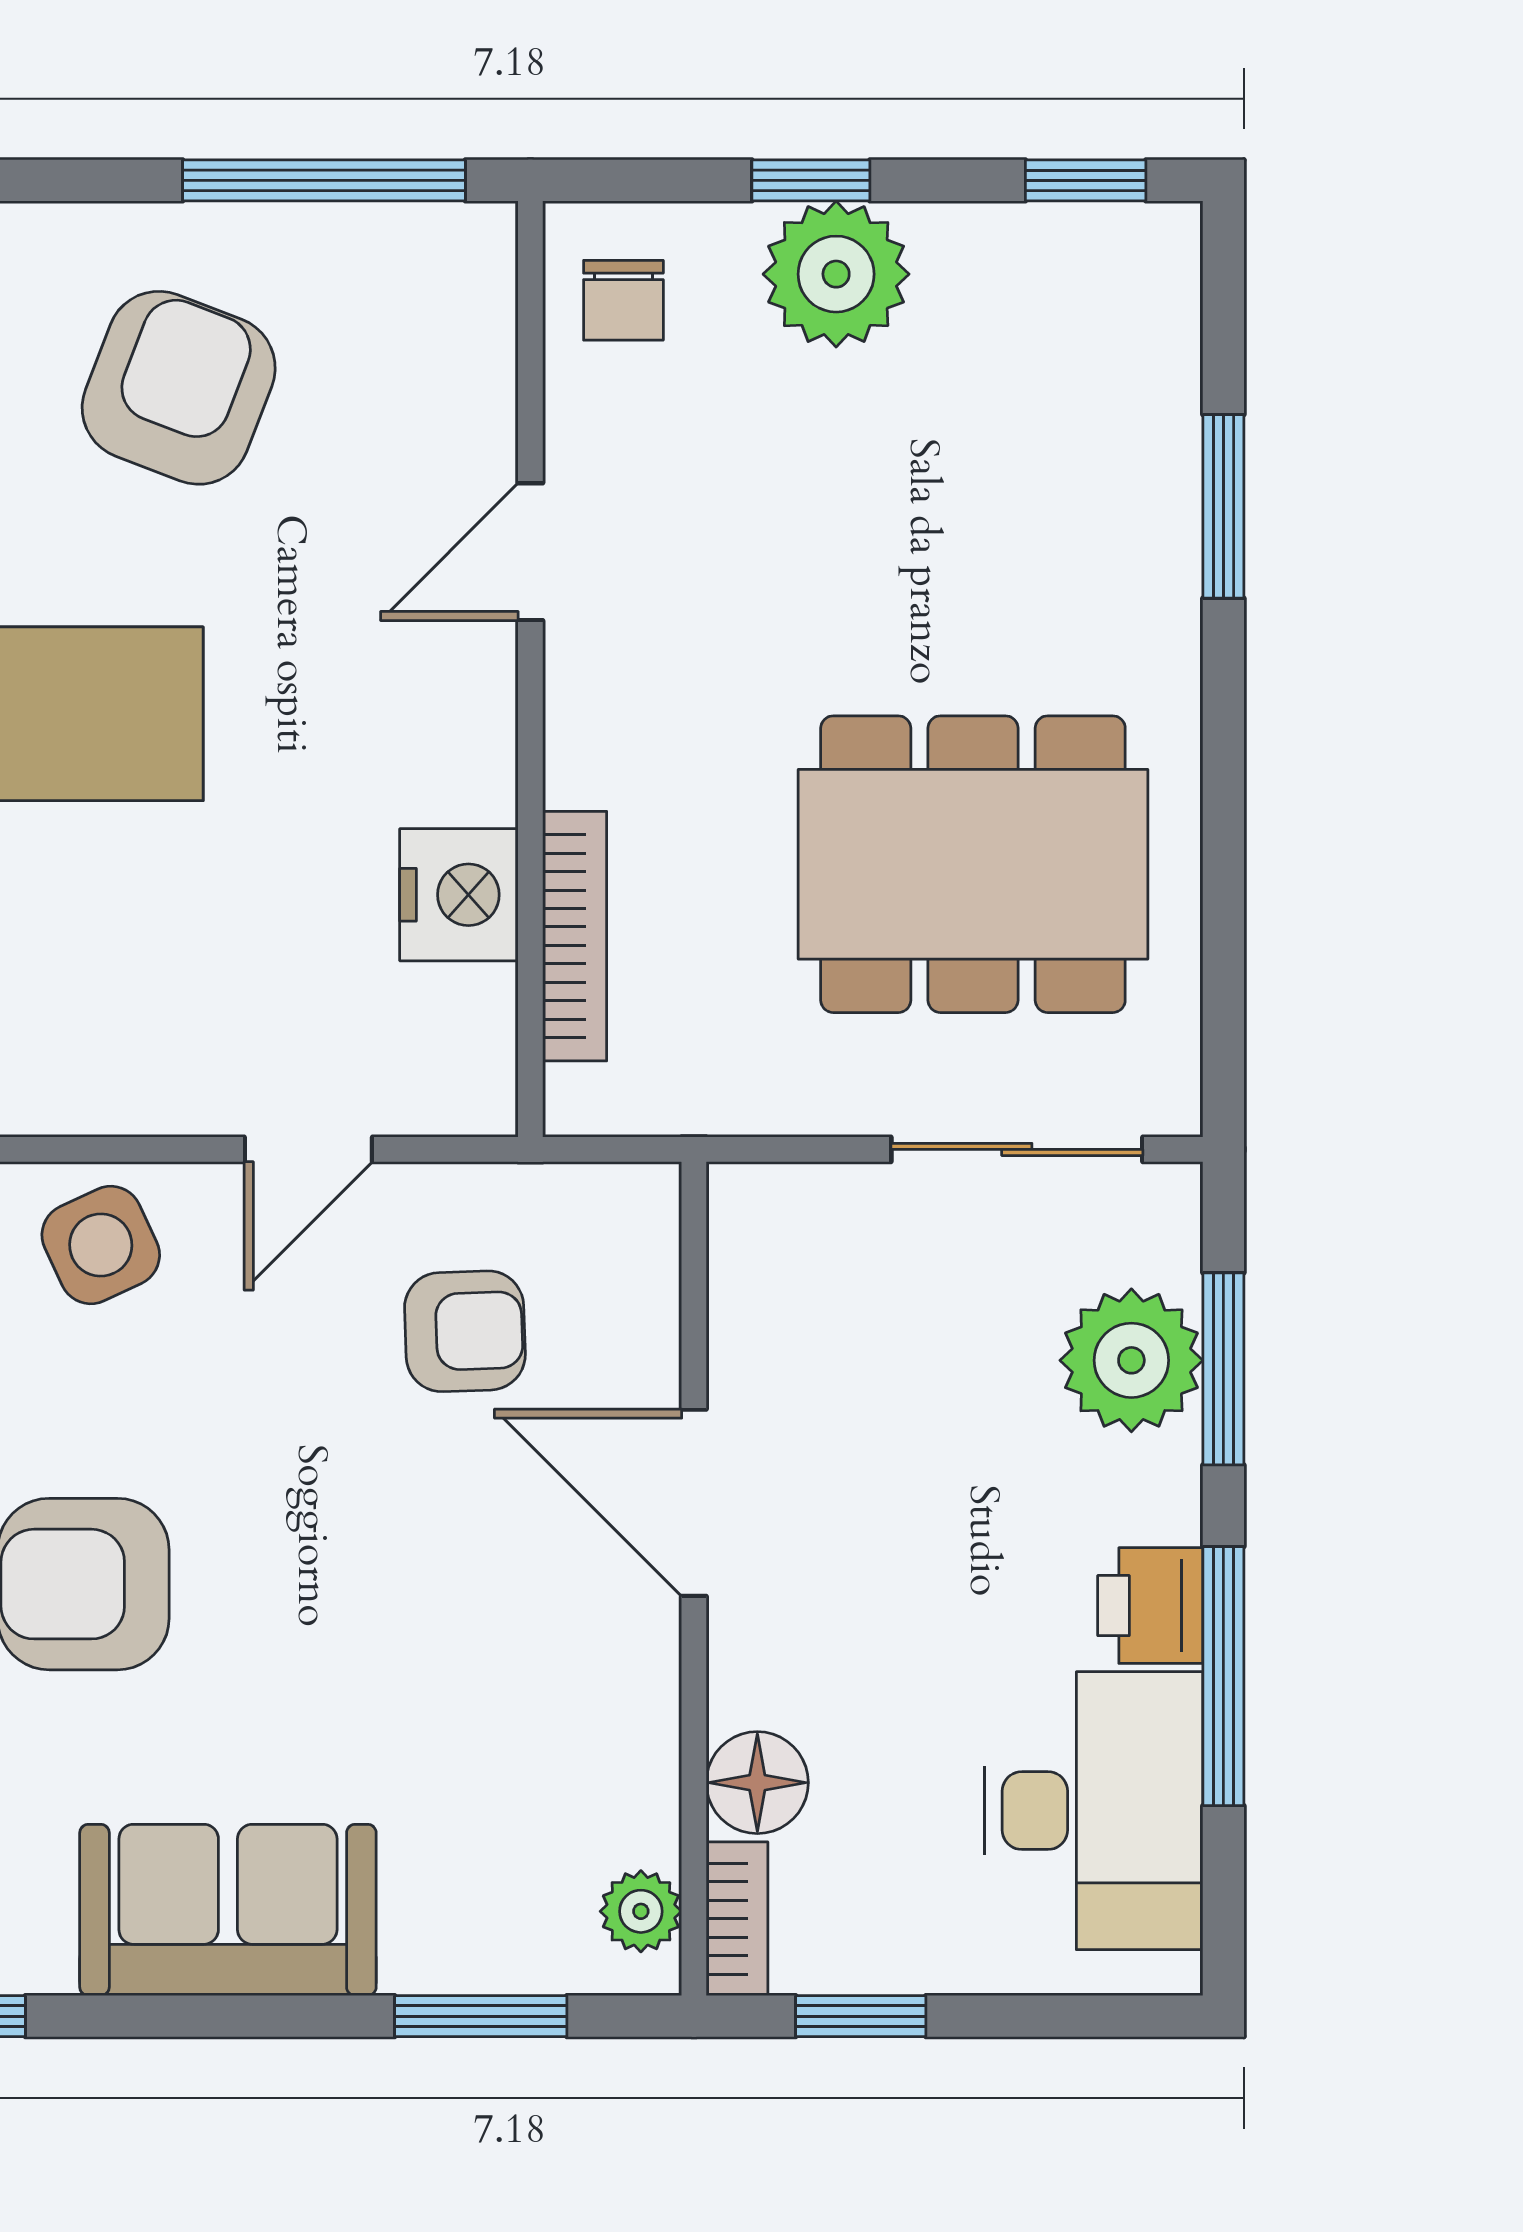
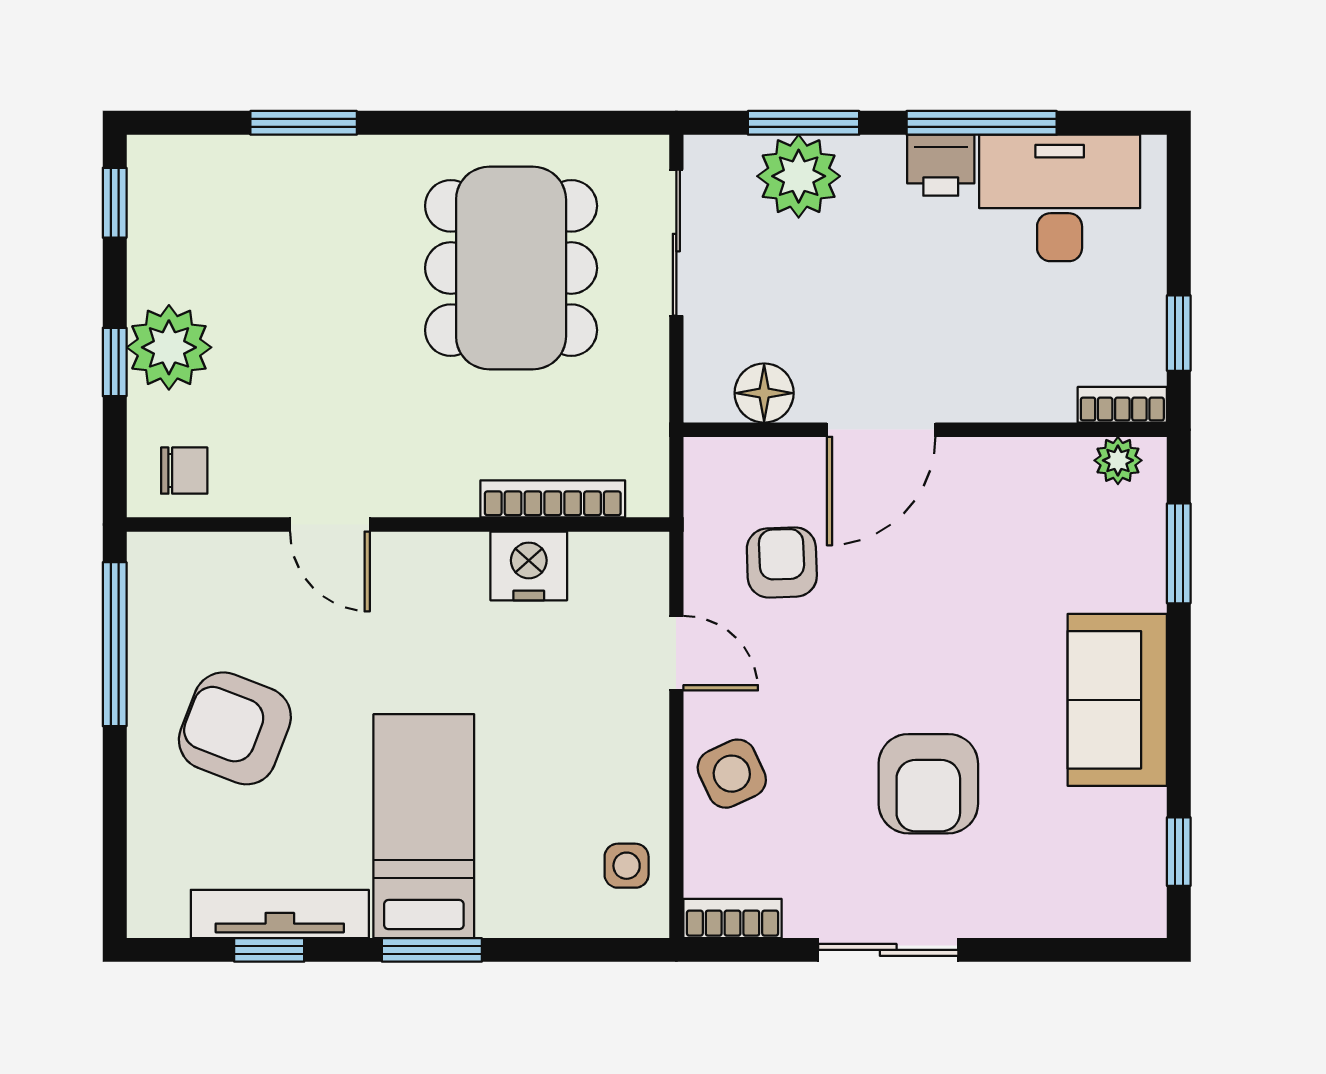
floor lamp: (757, 1783) -> (764, 393), moved

